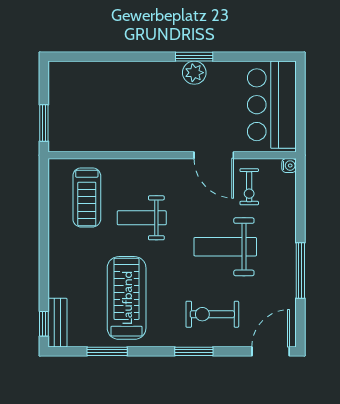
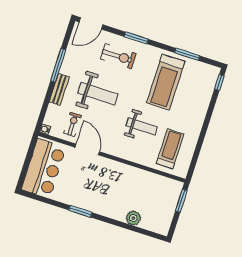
plant: (194, 73) -> (133, 218), moved
bench: (58, 323) -> (59, 89), moved

